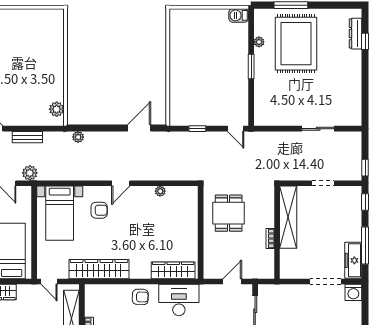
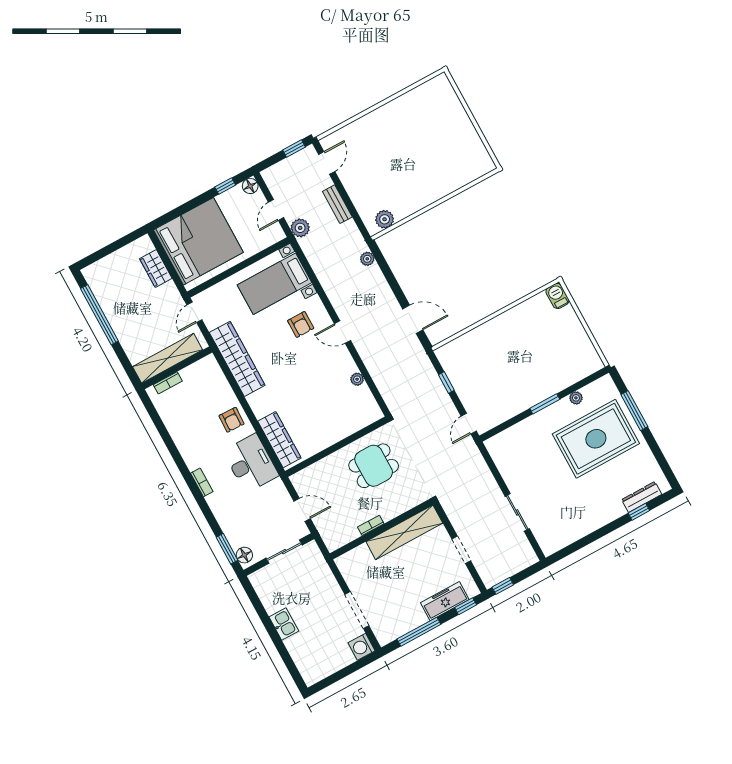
barbecue: (239, 15) -> (557, 296), moved
freezer: (353, 260) -> (445, 601), moved

